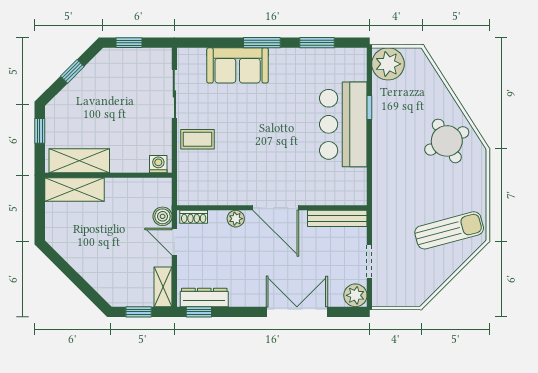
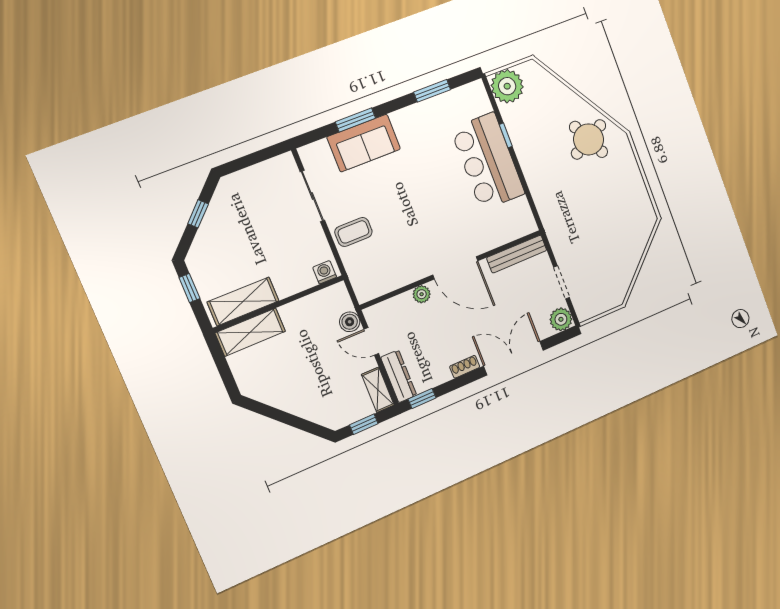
window: (129, 43) -> (245, 162), removed
window: (262, 43) -> (355, 120), moved
shoe rack: (194, 217) -> (465, 367), moved, turned 180
sun lounger: (449, 230) -> (622, 223), removed
dresser: (204, 297) -> (399, 376), moved, turned 90

